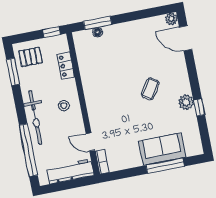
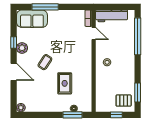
window: (51, 32) -> (116, 115), moved
door: (186, 38) -> (14, 72), moved
rug: (117, 65) -> (65, 83), added
locker: (66, 66) -> (100, 90), removed
bicycle: (35, 118) -> (128, 58), removed
sofa: (162, 149) -> (32, 19), moved

